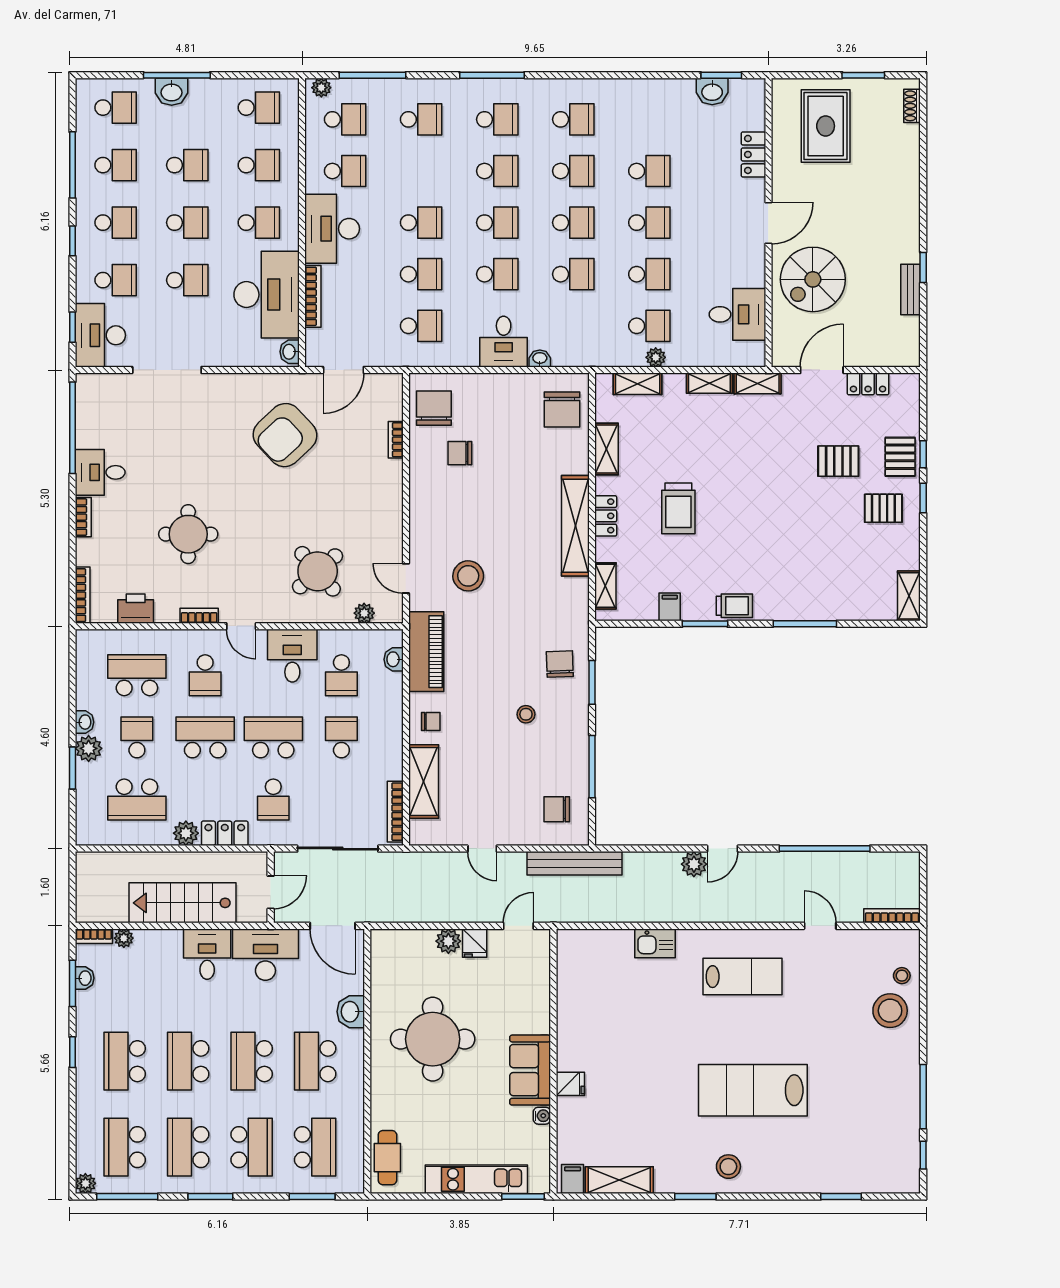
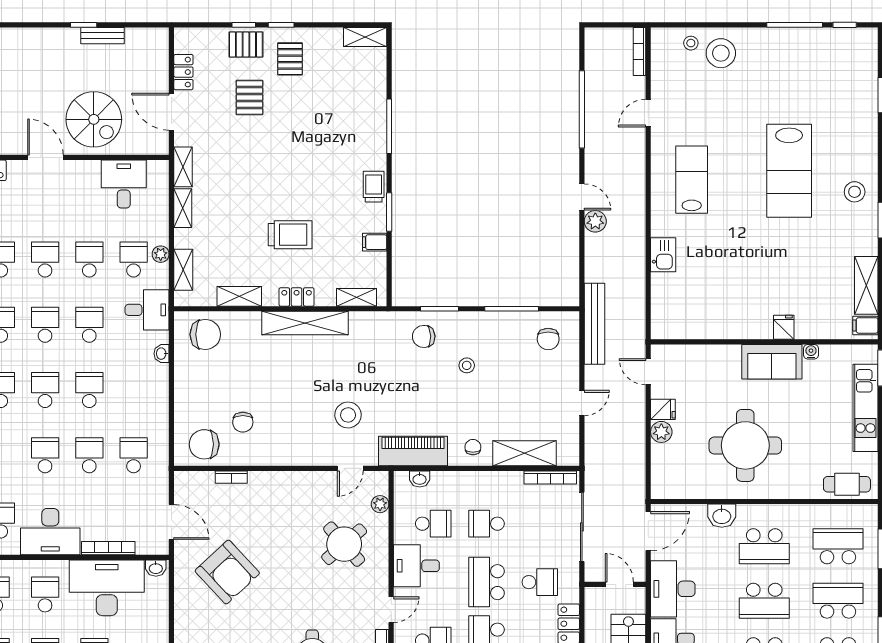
desk: (504, 342) -> (147, 310), moved

